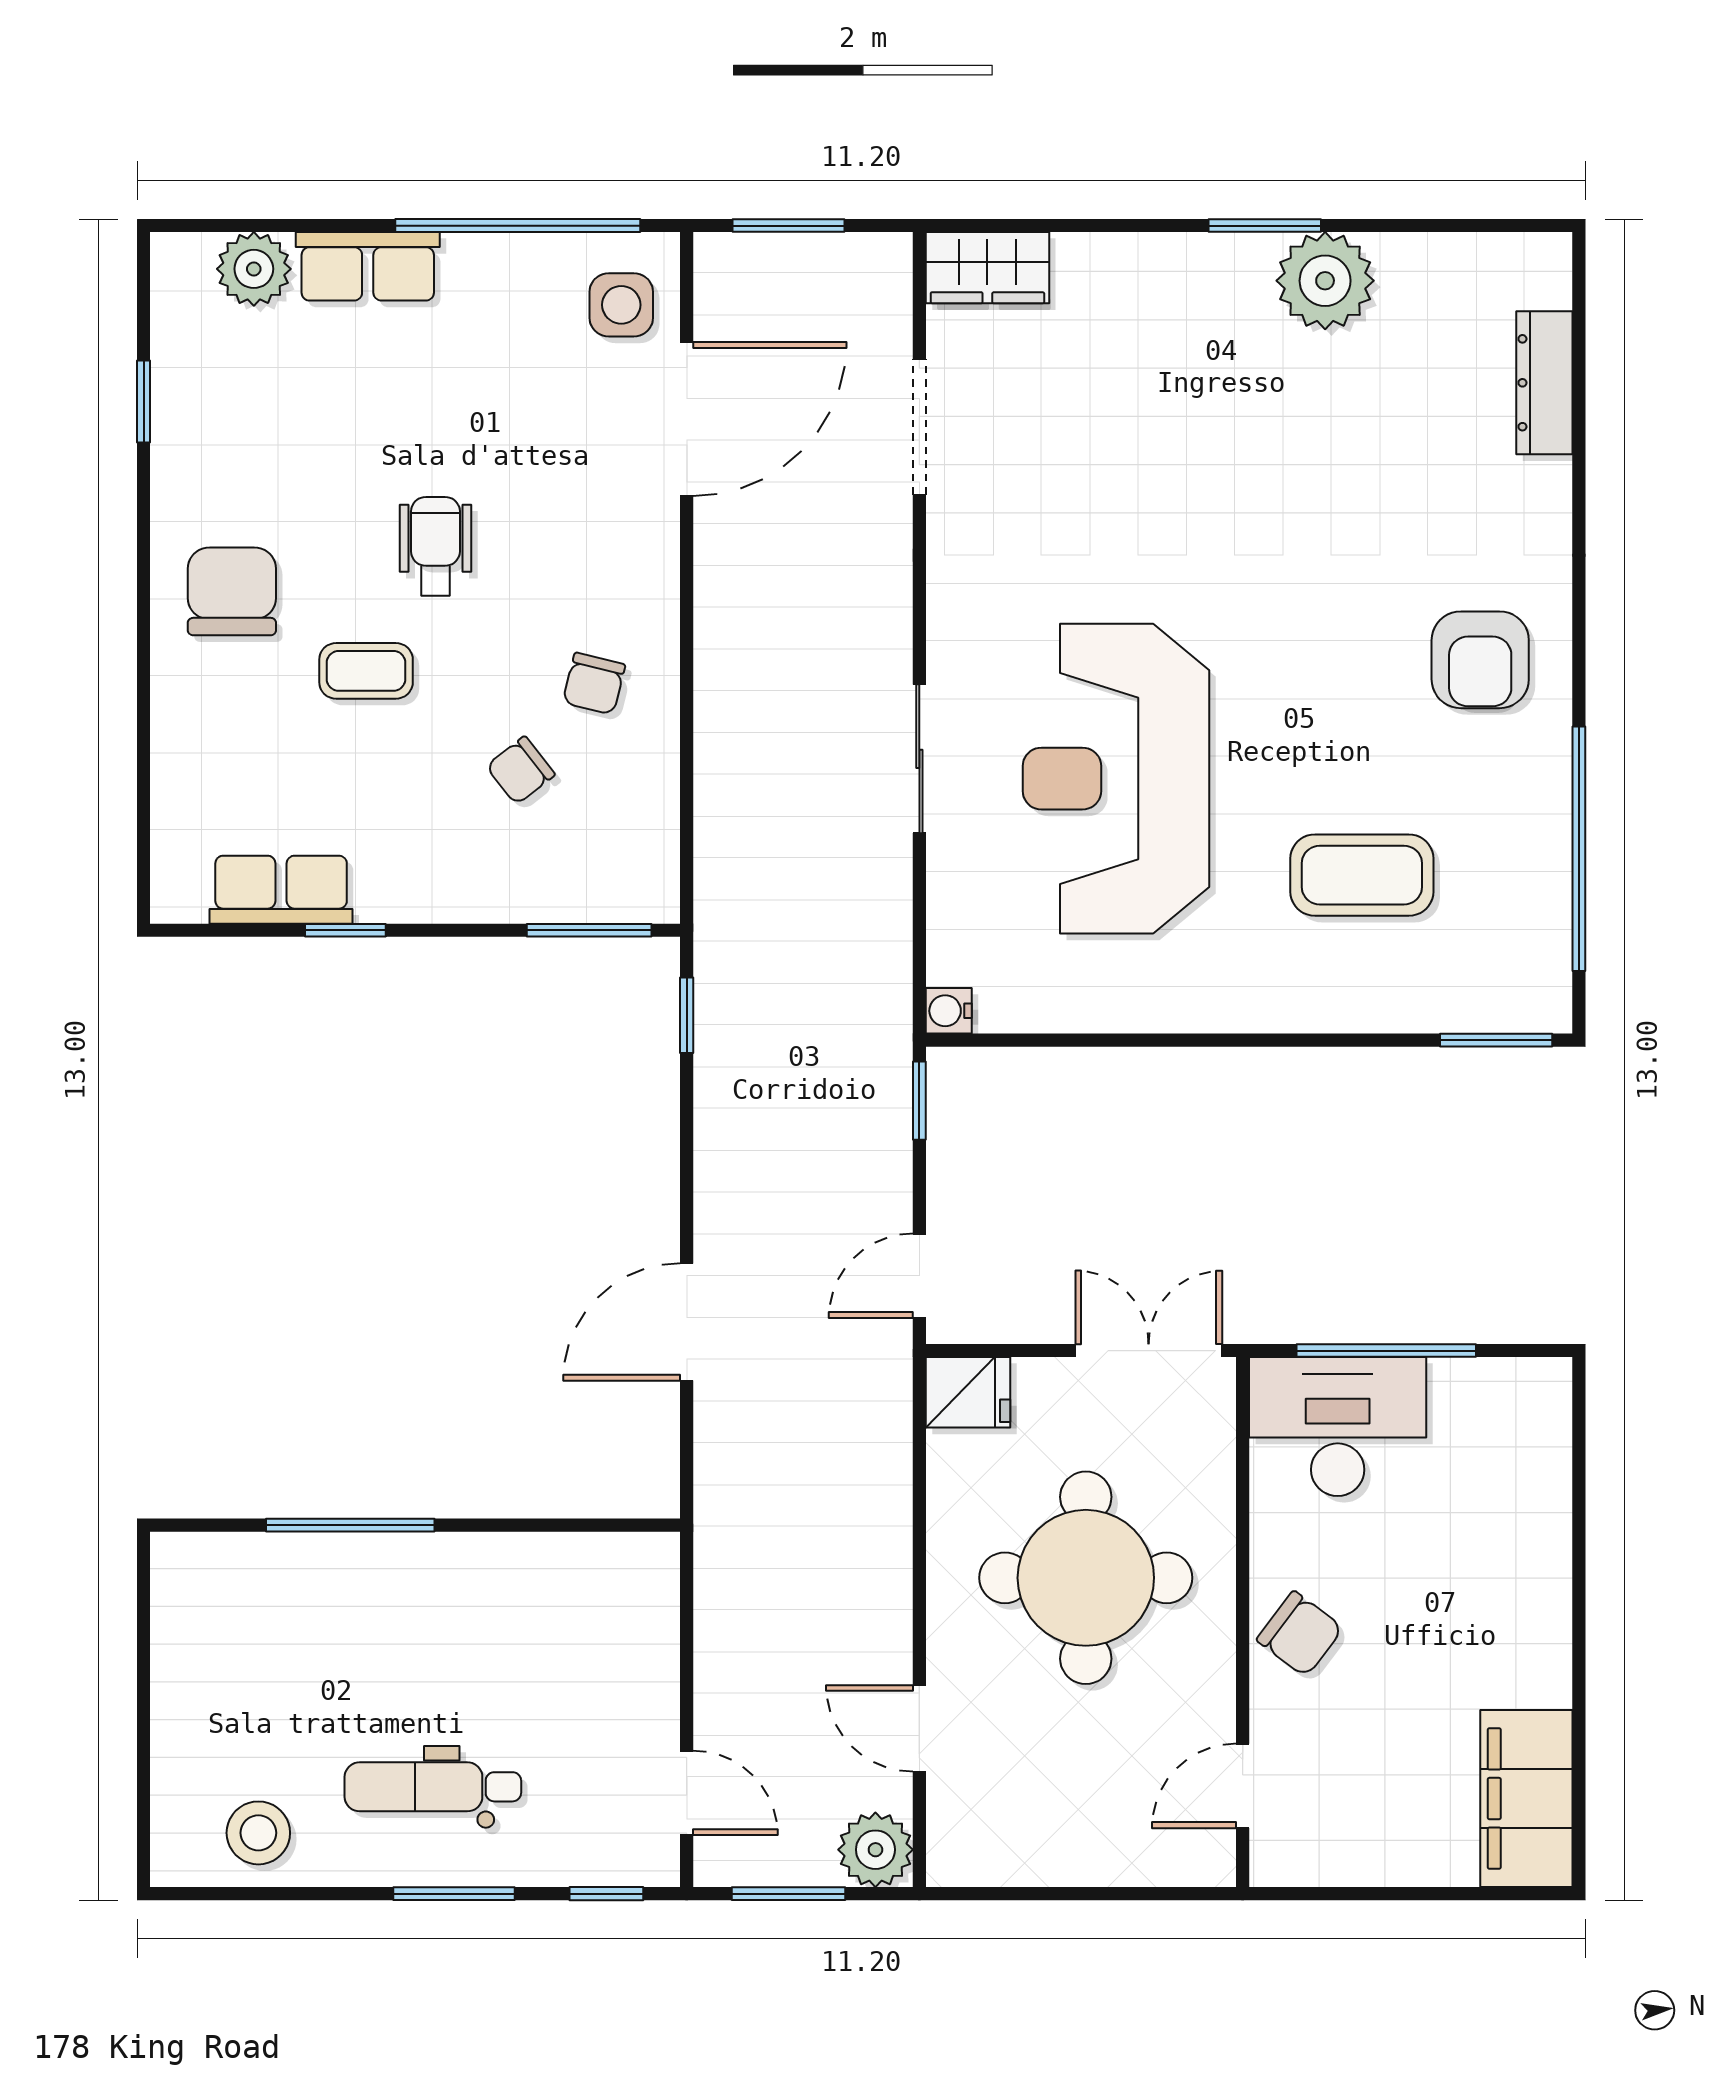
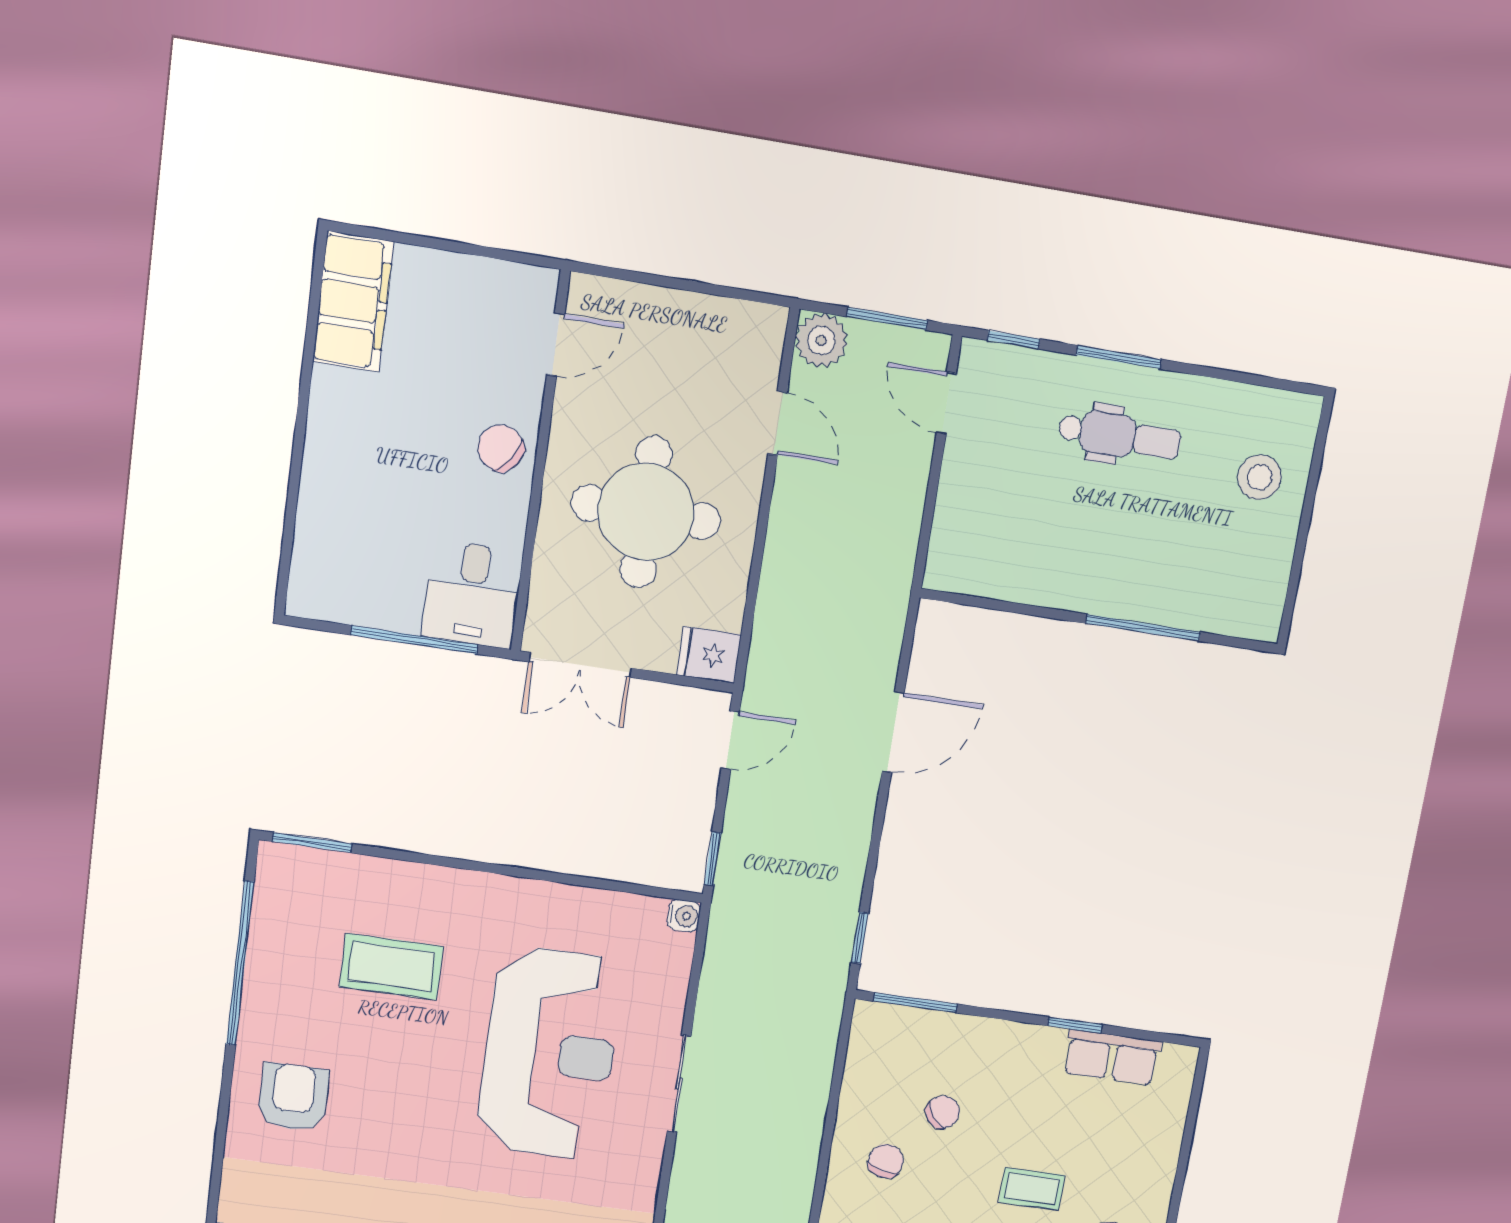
desk: (1338, 1427) -> (472, 594), width x0.73
stool: (258, 1833) -> (1260, 477), moved

